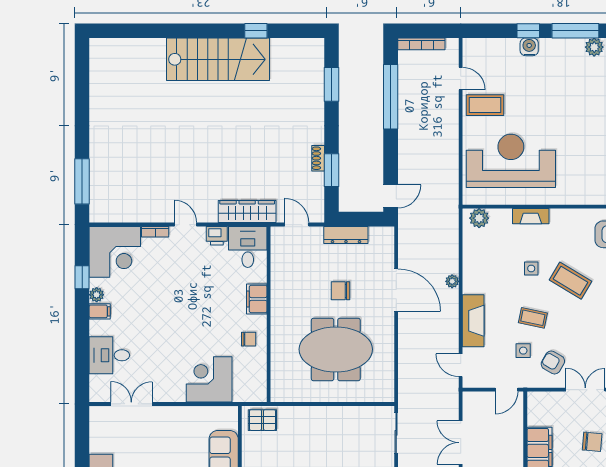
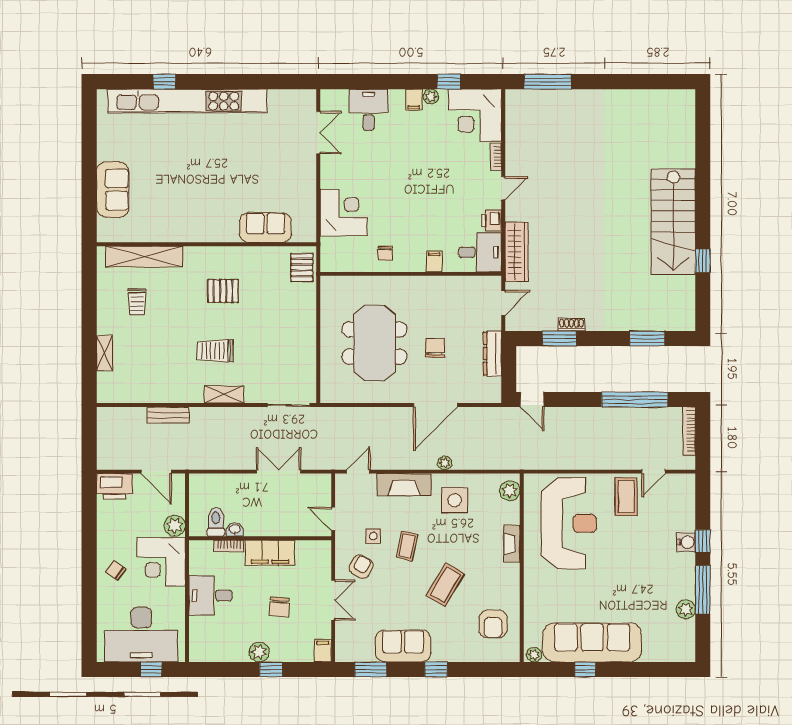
side table: (531, 268) -> (455, 500), moved, width x1.87, depth x1.87
filing cabinet: (257, 299) -> (434, 262), width x0.50

